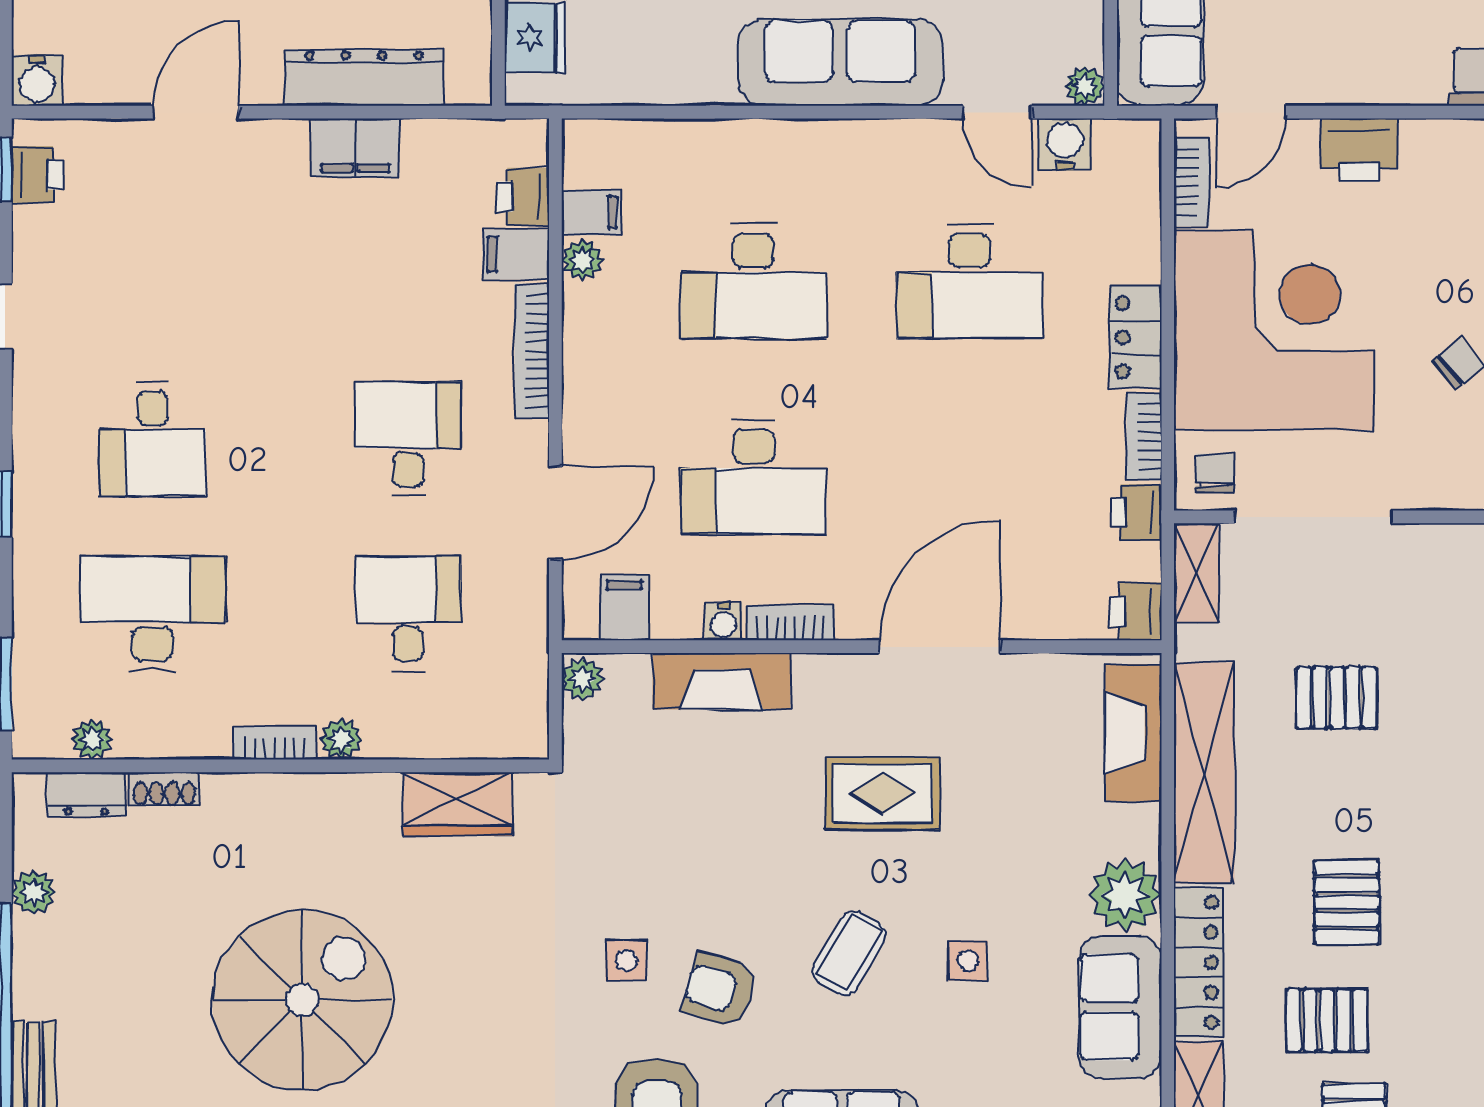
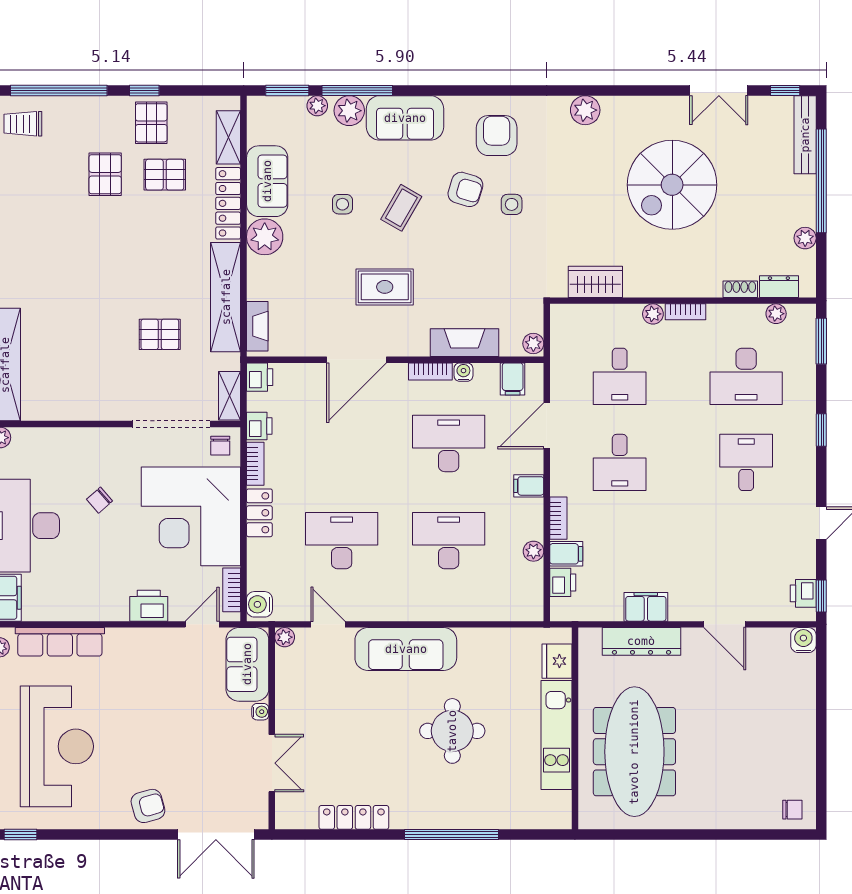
door: (196, 112) -> (725, 624), hinge flipped
water cooler: (1065, 144) -> (259, 604), moved, turned 90
filing cabinet: (592, 213) -> (529, 486), moved
bookcase: (532, 351) -> (558, 518), width x0.64
fireplace: (1133, 733) -> (257, 326), width x0.73, depth x0.76
pallet: (1347, 902) -> (105, 174), moved

